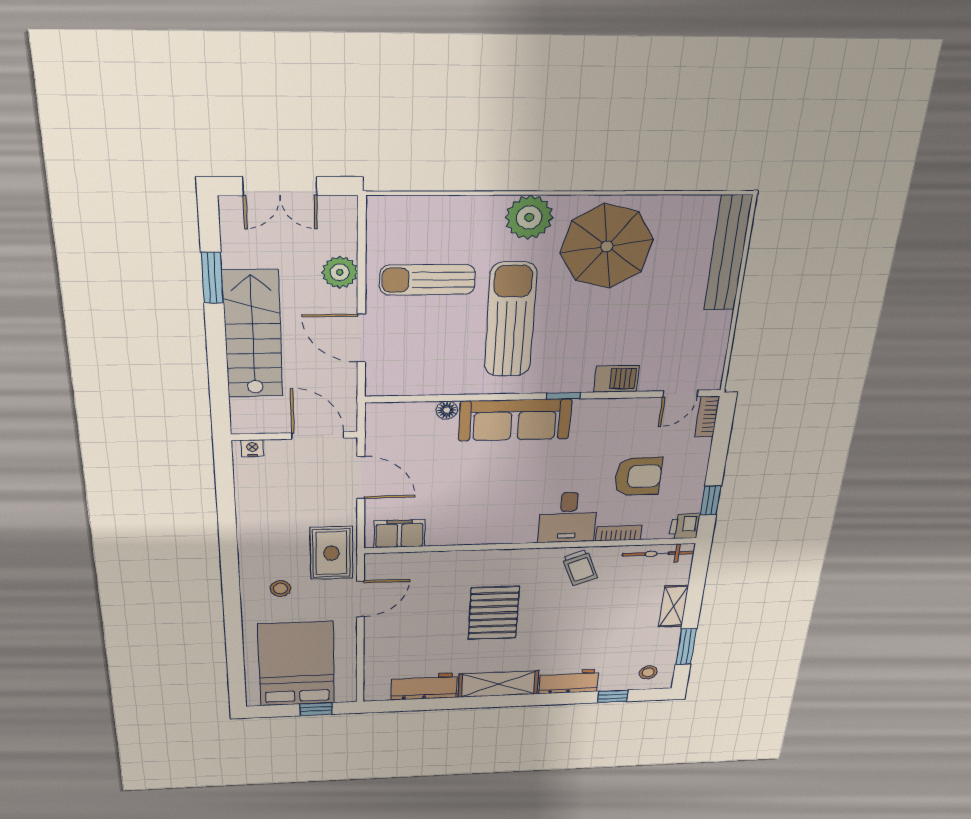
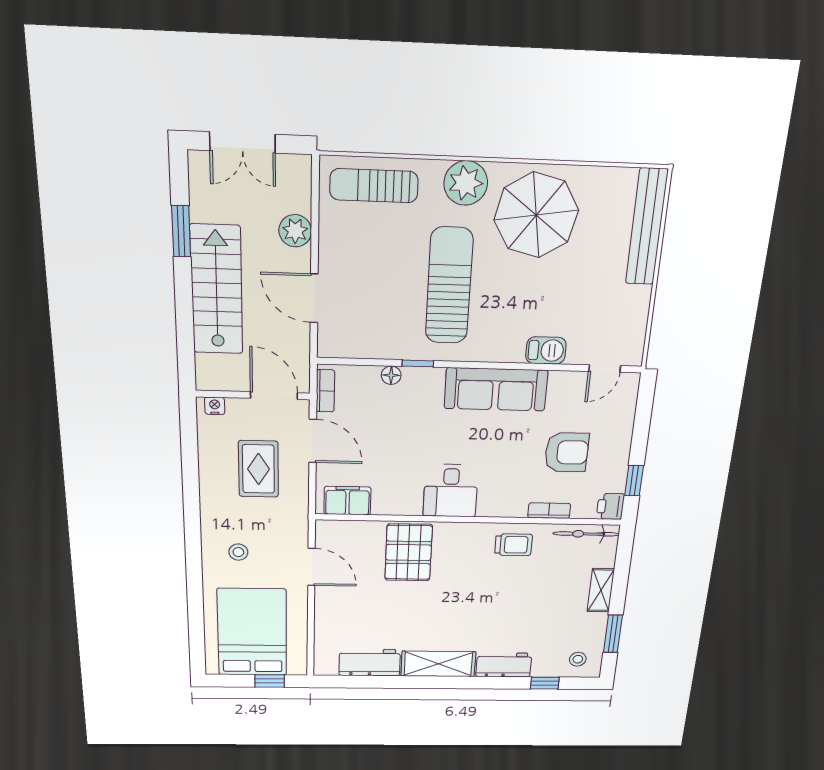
sun lounger: (427, 280) -> (374, 186), moved
window: (564, 396) -> (418, 363), moved
bookcase: (707, 417) -> (325, 391), moved, turned 180
sofa: (515, 420) -> (496, 389), moved
desk: (568, 517) -> (451, 491), moved
rug: (331, 553) -> (258, 469), moved
trolley: (580, 568) -> (514, 545), turned -69
door: (360, 599) -> (311, 567), hinge flipped
pallet: (494, 613) -> (409, 552), moved

